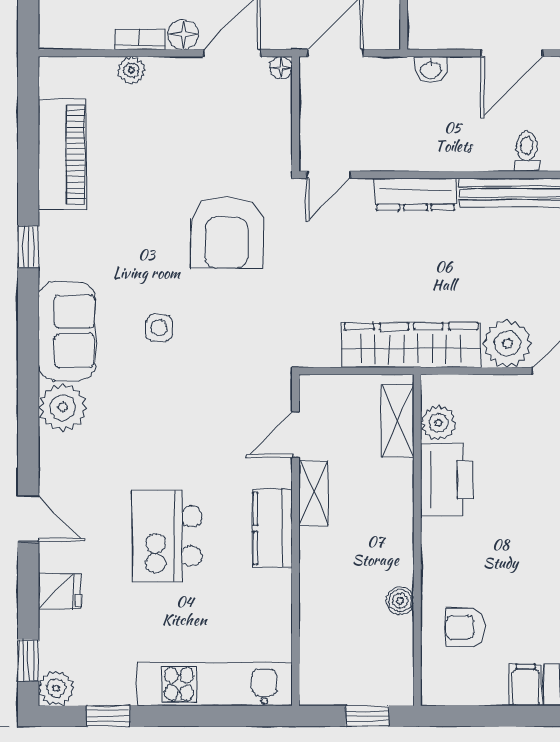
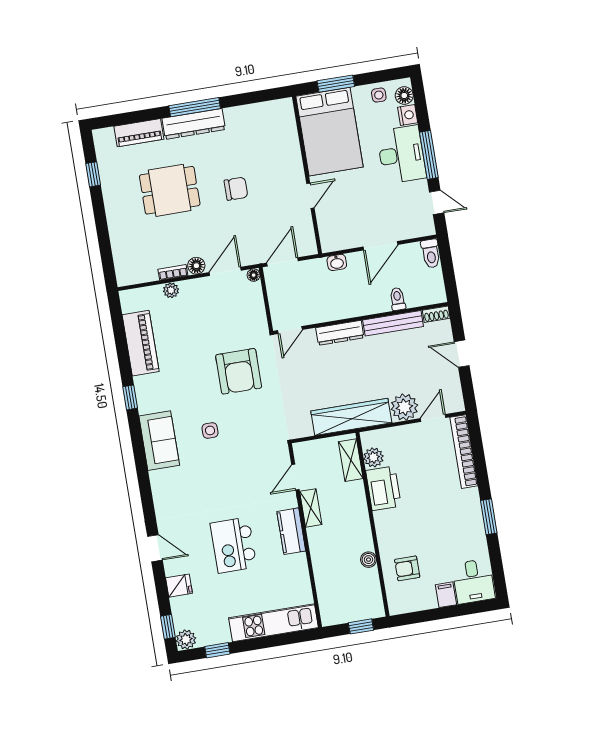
plant: (63, 407) -> (164, 483), removed

